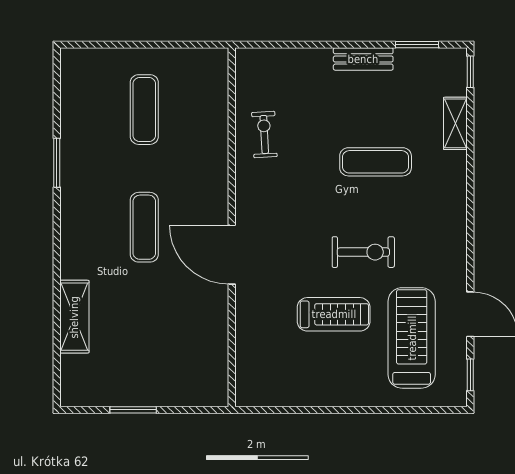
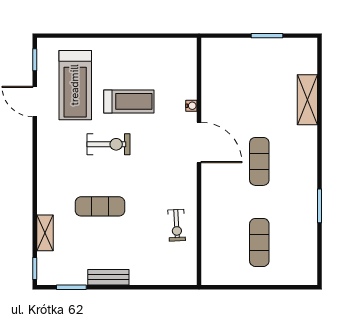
exercise bike: (363, 252) -> (108, 144), turned 180
water cooler: (243, 308) -> (191, 106), added
treadmill: (334, 314) -> (129, 101), turned 180

